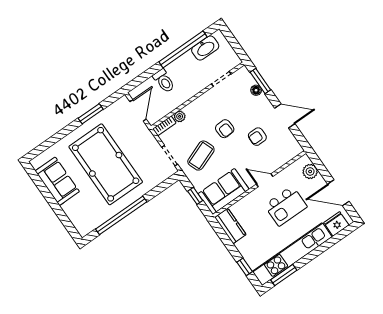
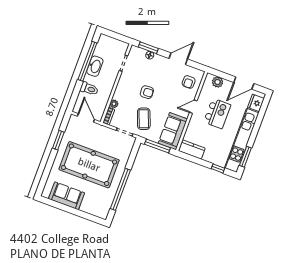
washbasin: (205, 48) -> (95, 66), moved
armchair: (257, 137) -> (189, 82), moved
window: (195, 196) -> (157, 146), width x2.17

